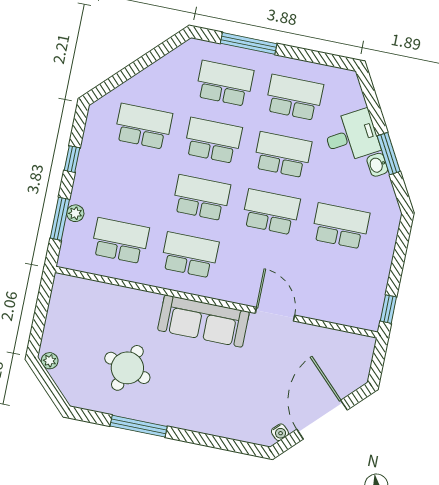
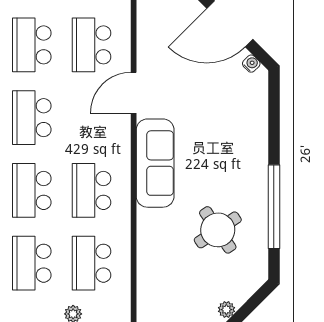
school desk: (132, 184) -> (32, 263), added
school desk: (329, 283) -> (92, 45), added
round table: (127, 368) -> (218, 230), turned 37
window: (139, 426) -> (274, 207), width x1.46

